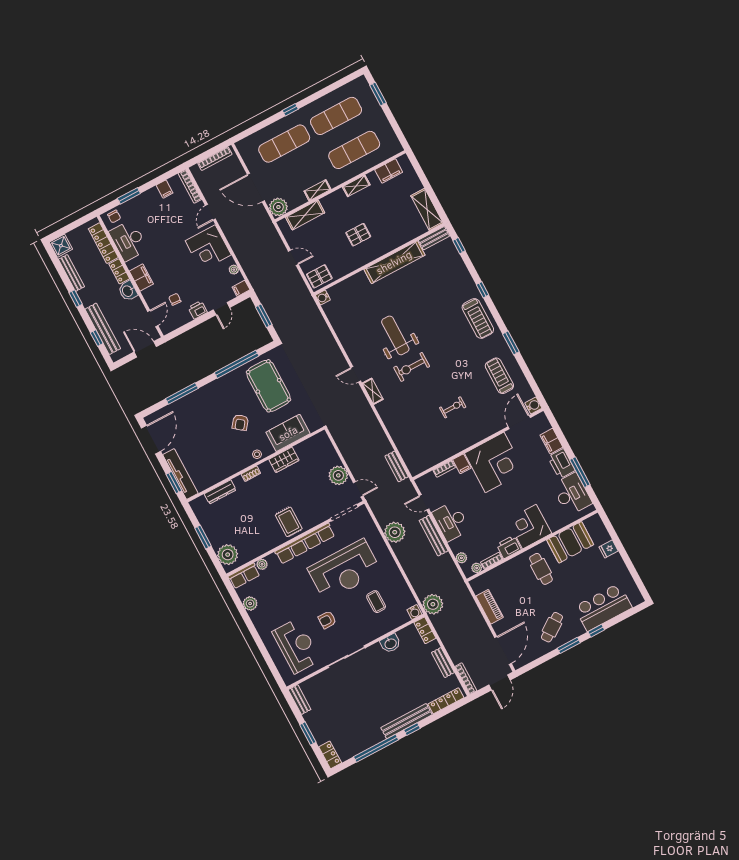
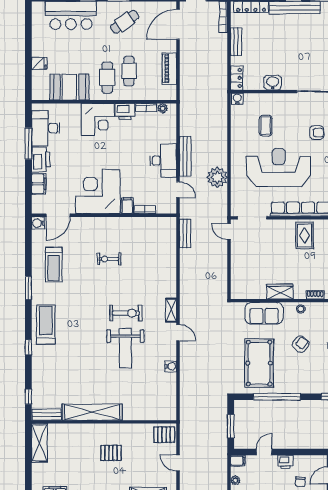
water cooler: (323, 298) -> (171, 366), moved
plant: (338, 475) -> (240, 253), removed
plant: (461, 558) -> (171, 124), removed
cafe table: (525, 585) -> (129, 71), added
plant: (433, 604) -> (218, 97), removed

